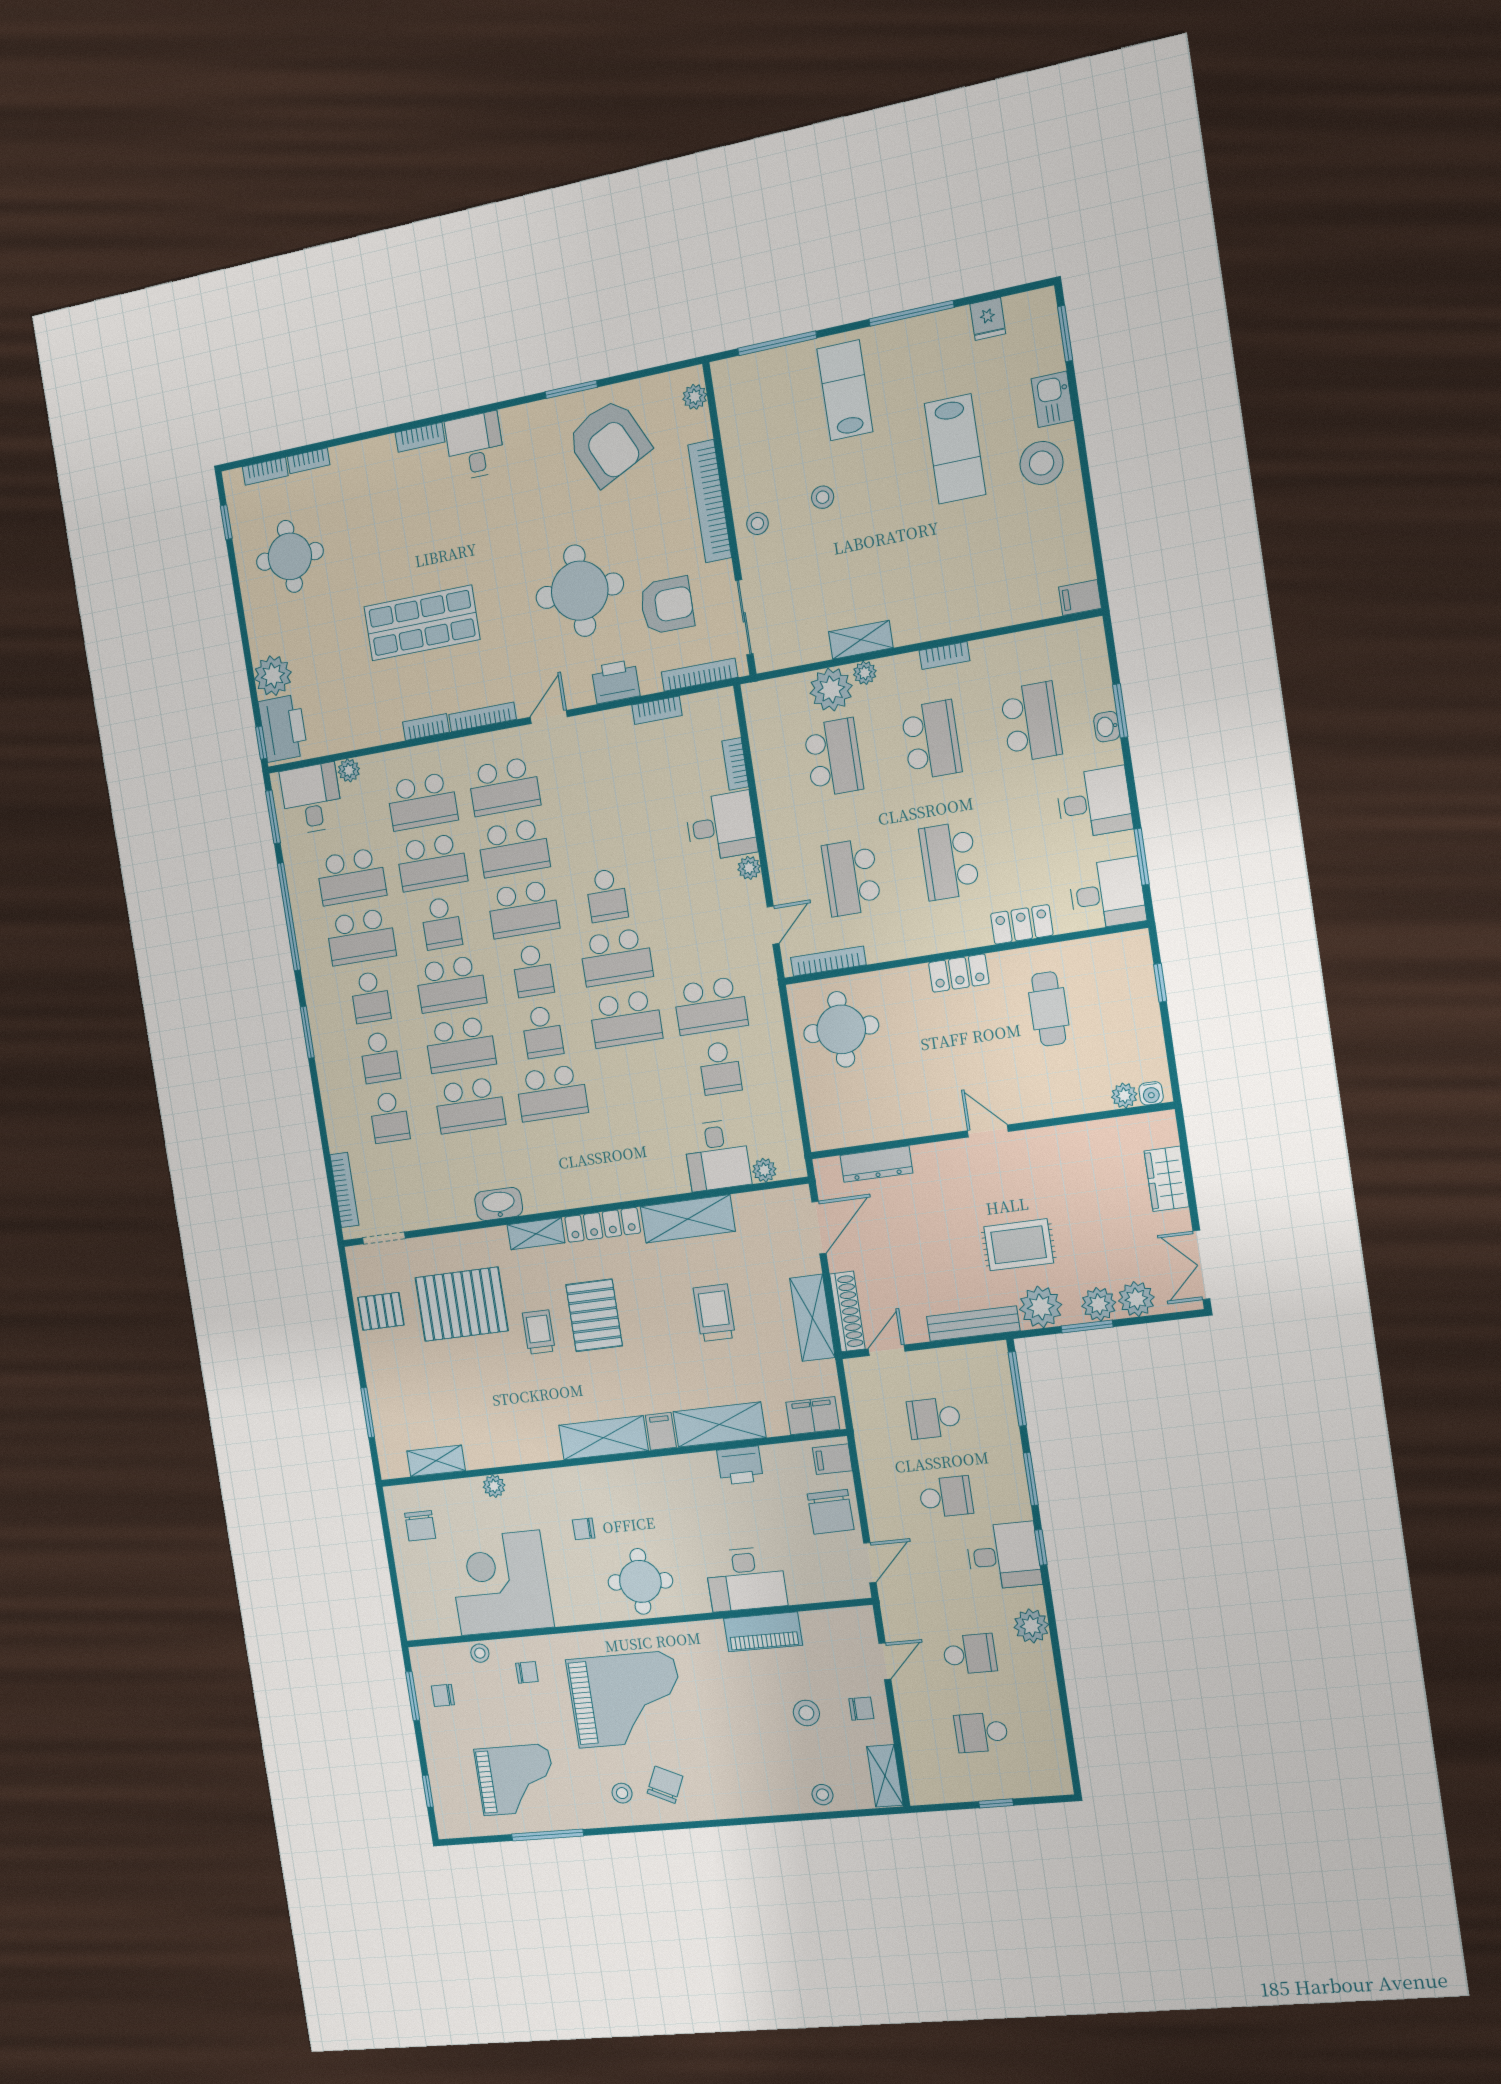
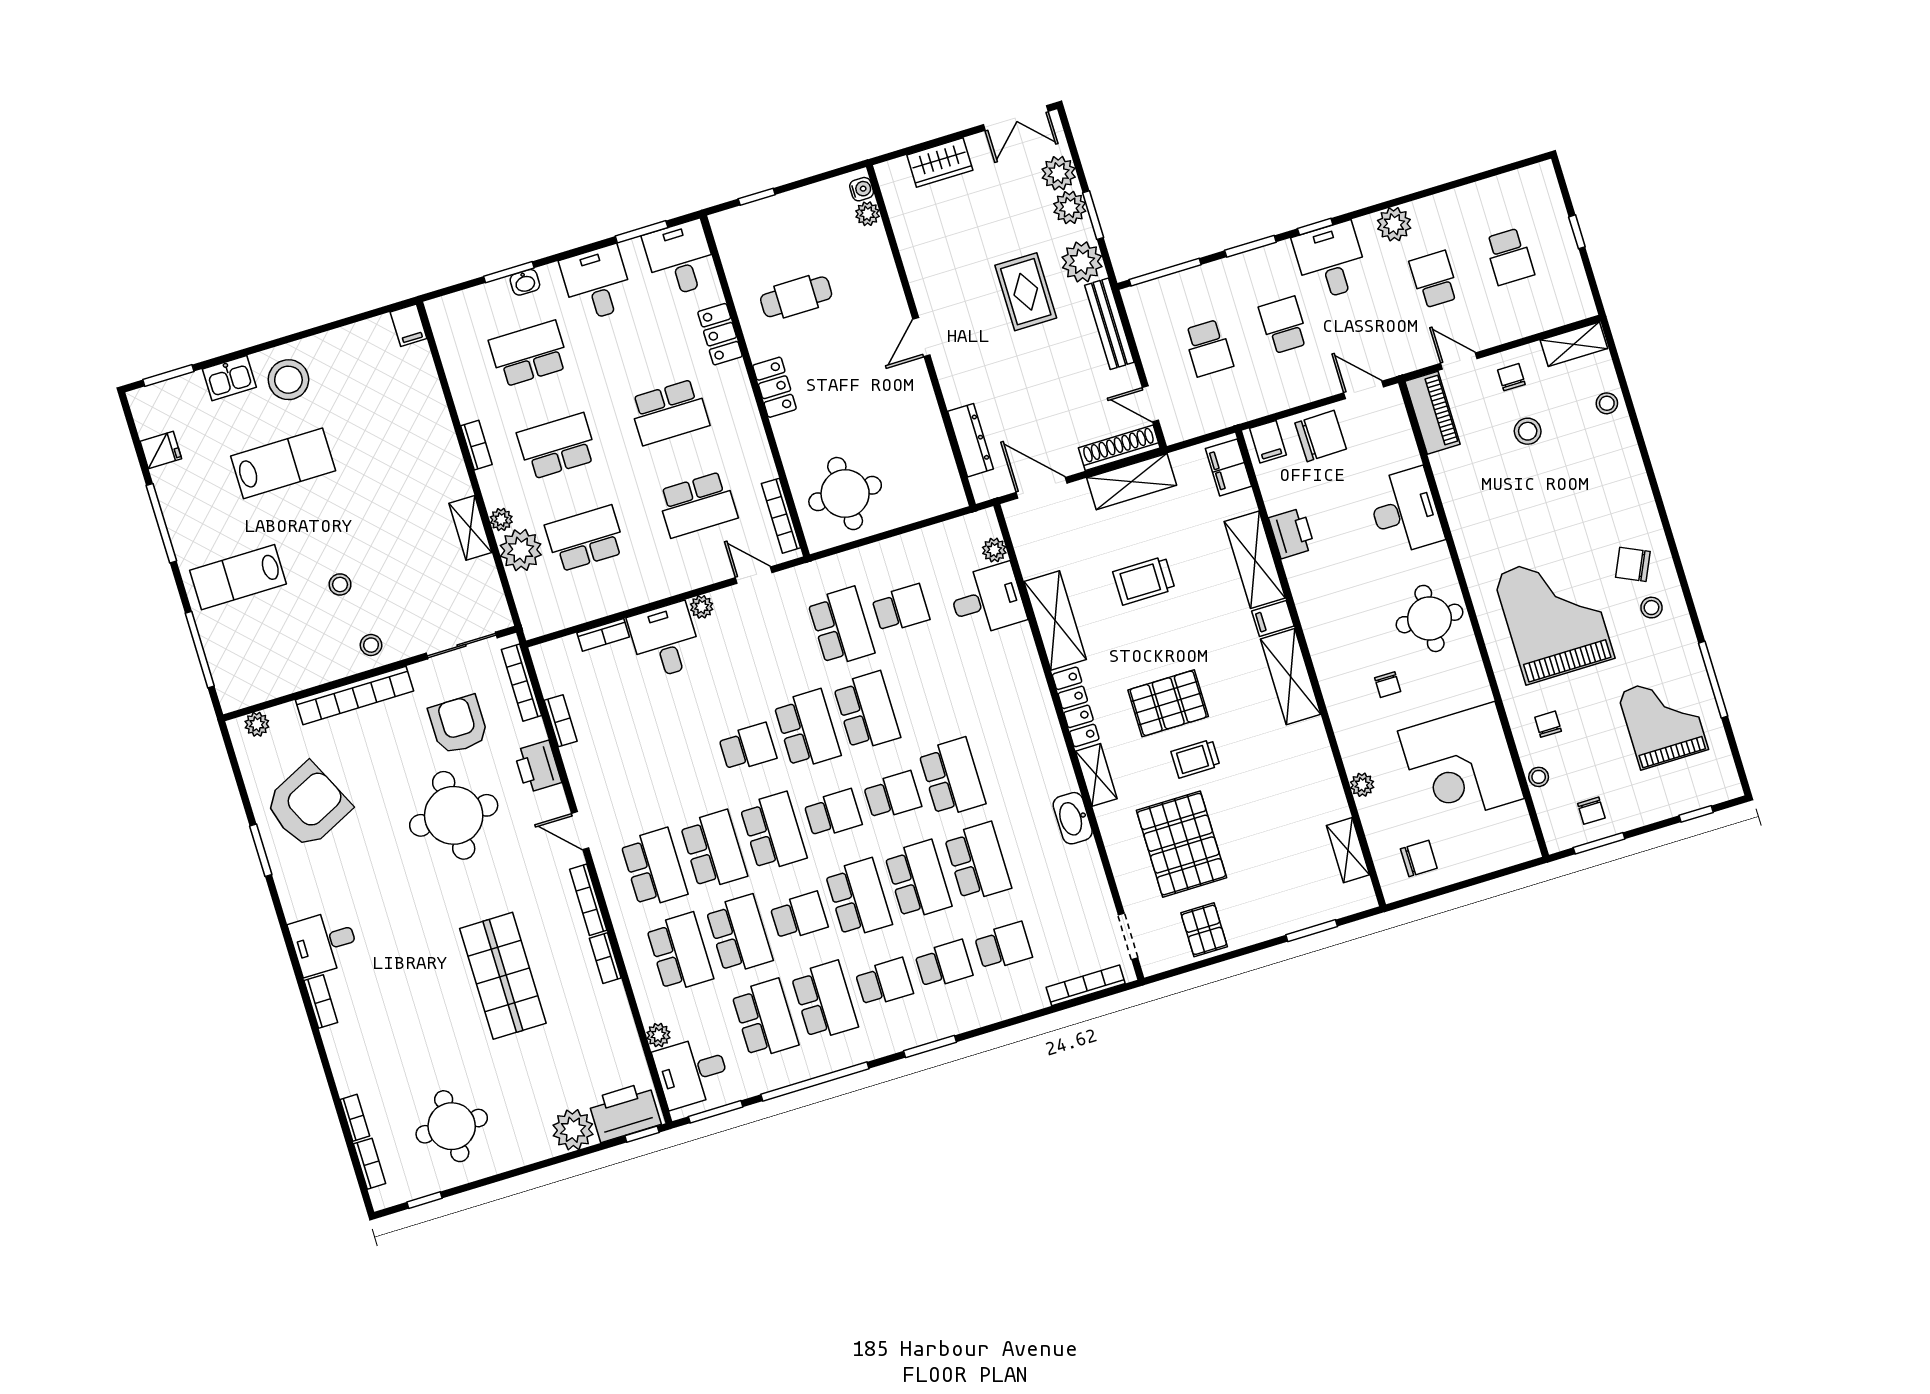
piano: (763, 1632) -> (1433, 413), moved

